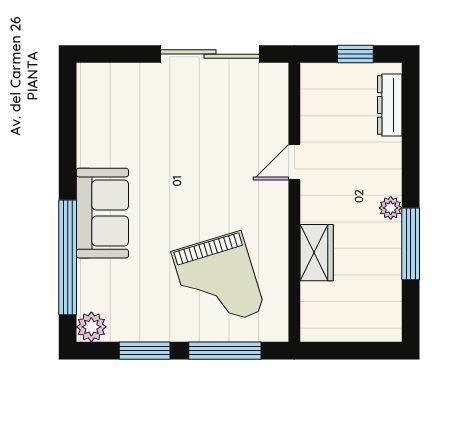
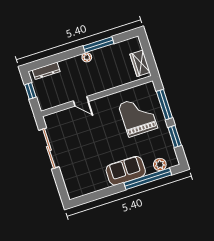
wardrobe: (317, 253) -> (140, 63), moved, turned -90
grand piano: (218, 281) -> (138, 116), turned -73
plant: (91, 327) -> (160, 164), moved

